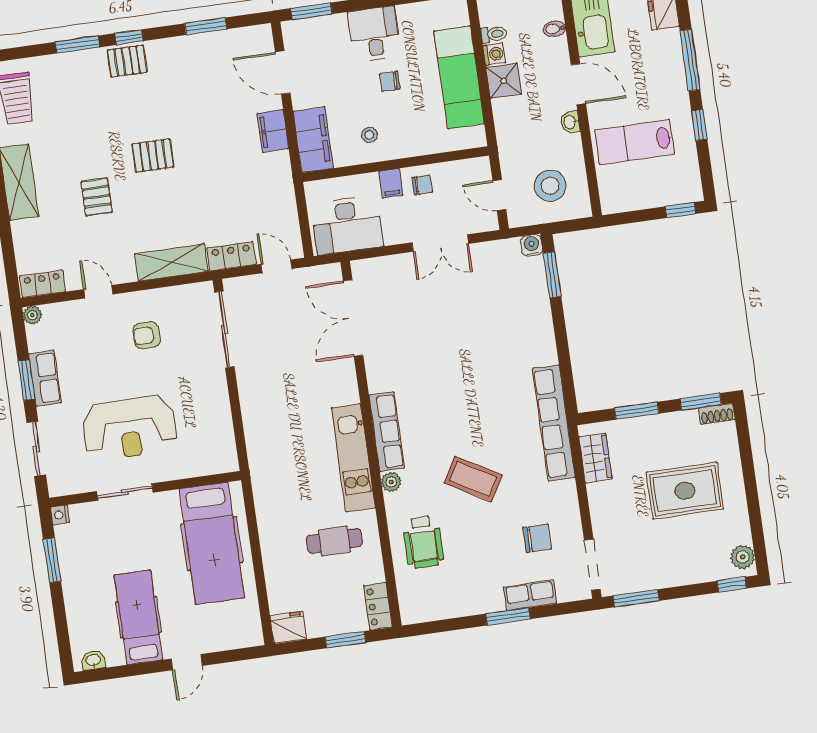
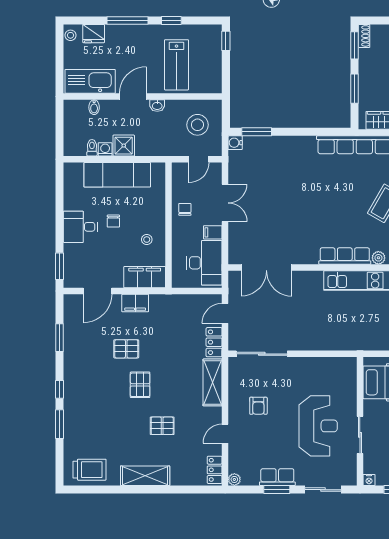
pallet: (127, 61) -> (126, 349), moved, turned 90
filing cabinet: (391, 183) -> (213, 232), moved, turned 180

